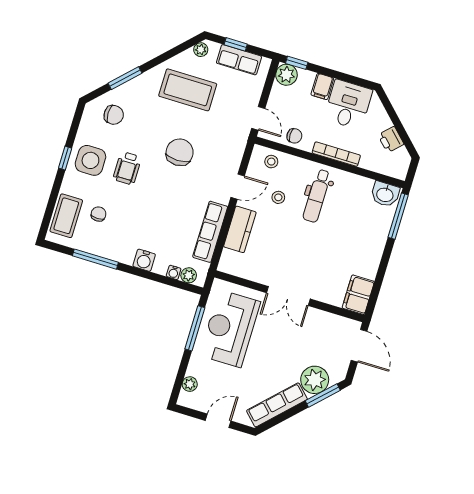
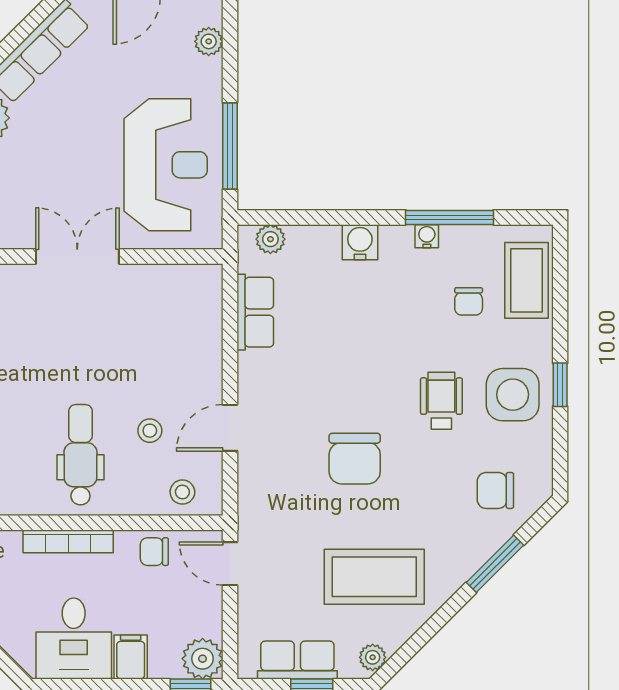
kitchen counter: (240, 229) -> (202, 351), removed
row of seats: (210, 232) -> (255, 312), width x0.68
water cooler: (174, 272) -> (427, 236), moved

